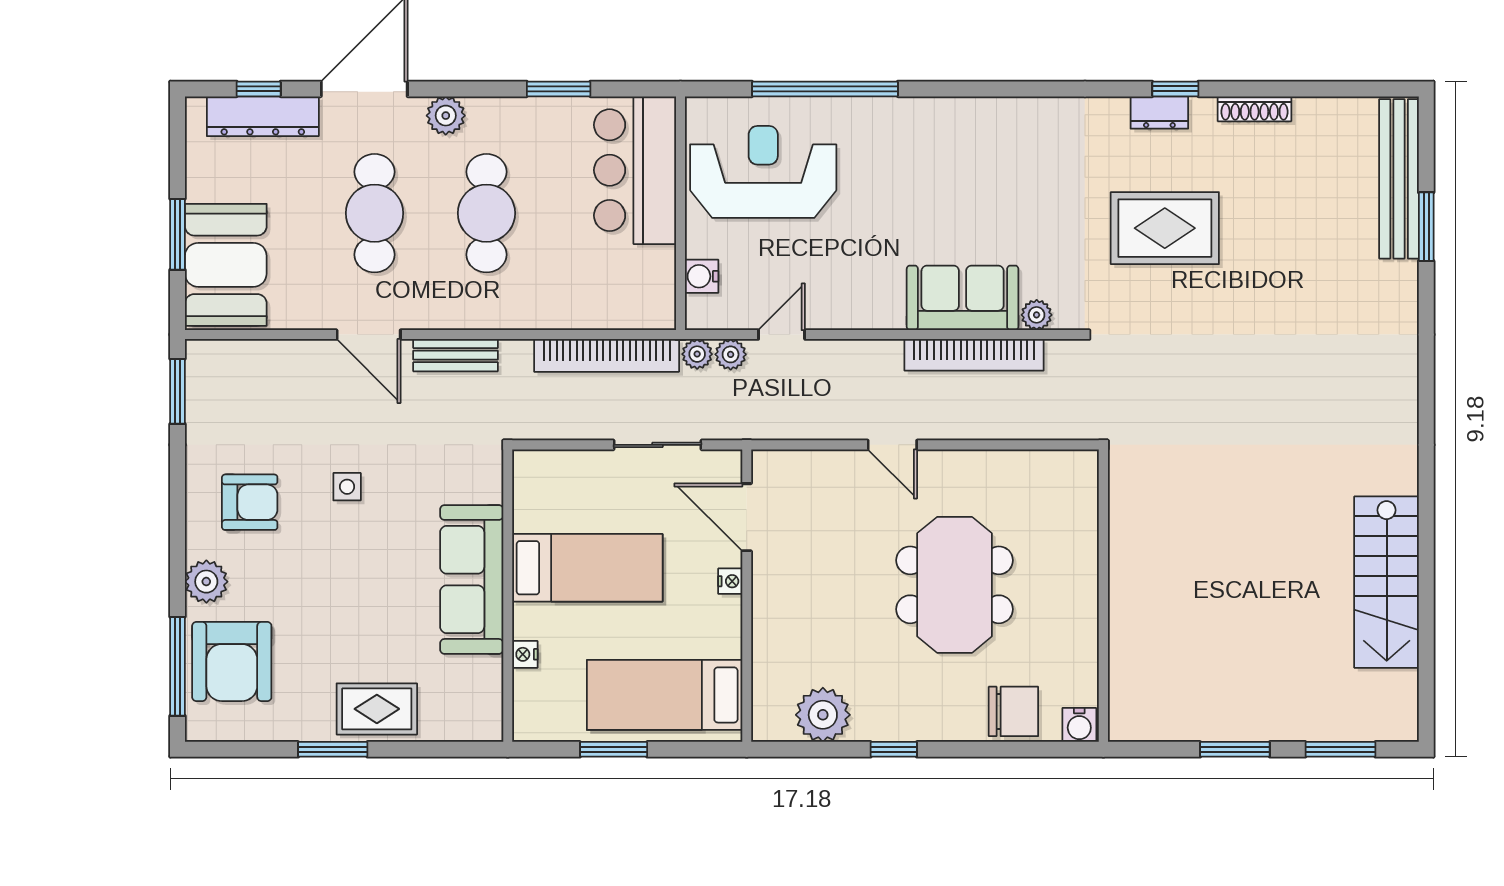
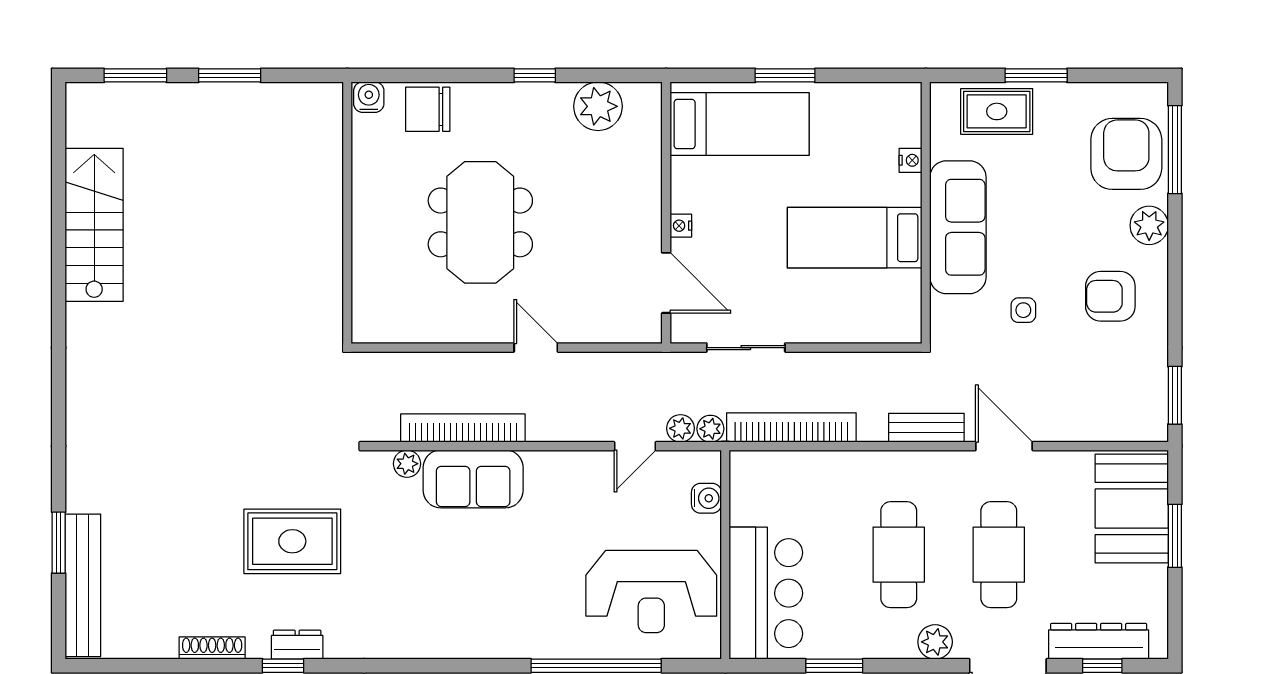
bed: (587, 568) -> (855, 238), moved
sofa: (472, 579) -> (958, 227), moved
wall: (508, 596) -> (926, 213), moved
nightstand: (525, 654) -> (910, 160), moved

